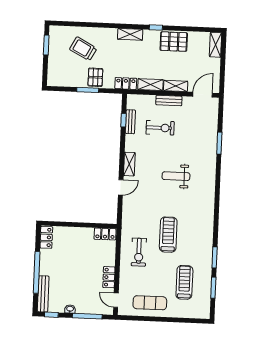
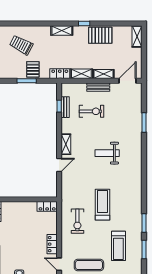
treadmill: (184, 282) -> (118, 246), turned 180

